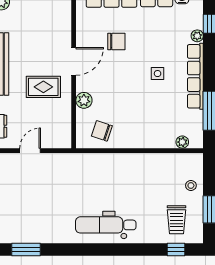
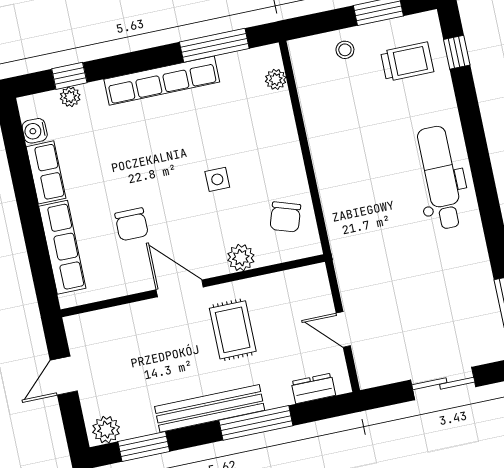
plant: (197, 36) -> (70, 97), moved
chair: (116, 41) -> (132, 224), turned 180
side table: (158, 74) -> (217, 179), moved
dental chair: (106, 225) -> (440, 178), turned 180

